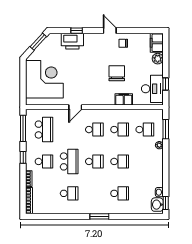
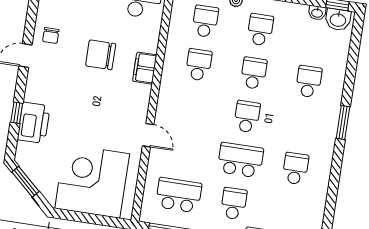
filing cabinet: (124, 99) -> (145, 68), moved
school desk: (94, 130) -> (260, 30), moved

